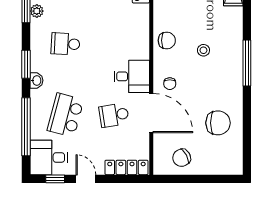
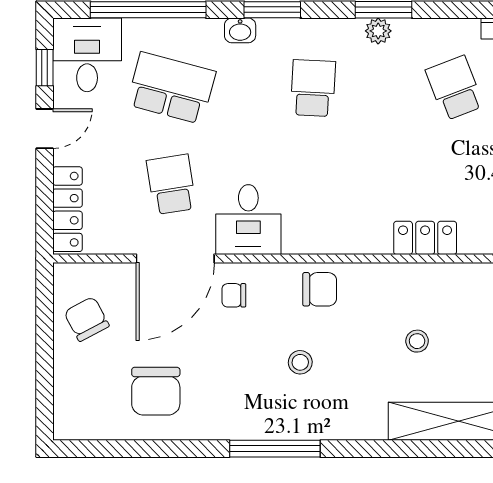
chair: (167, 40) -> (320, 289), turned -90

